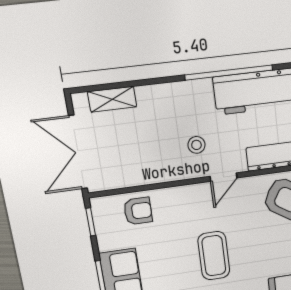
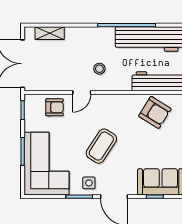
door: (224, 177) -> (82, 92), moved
coffee table: (214, 256) -> (101, 146), turned 33

